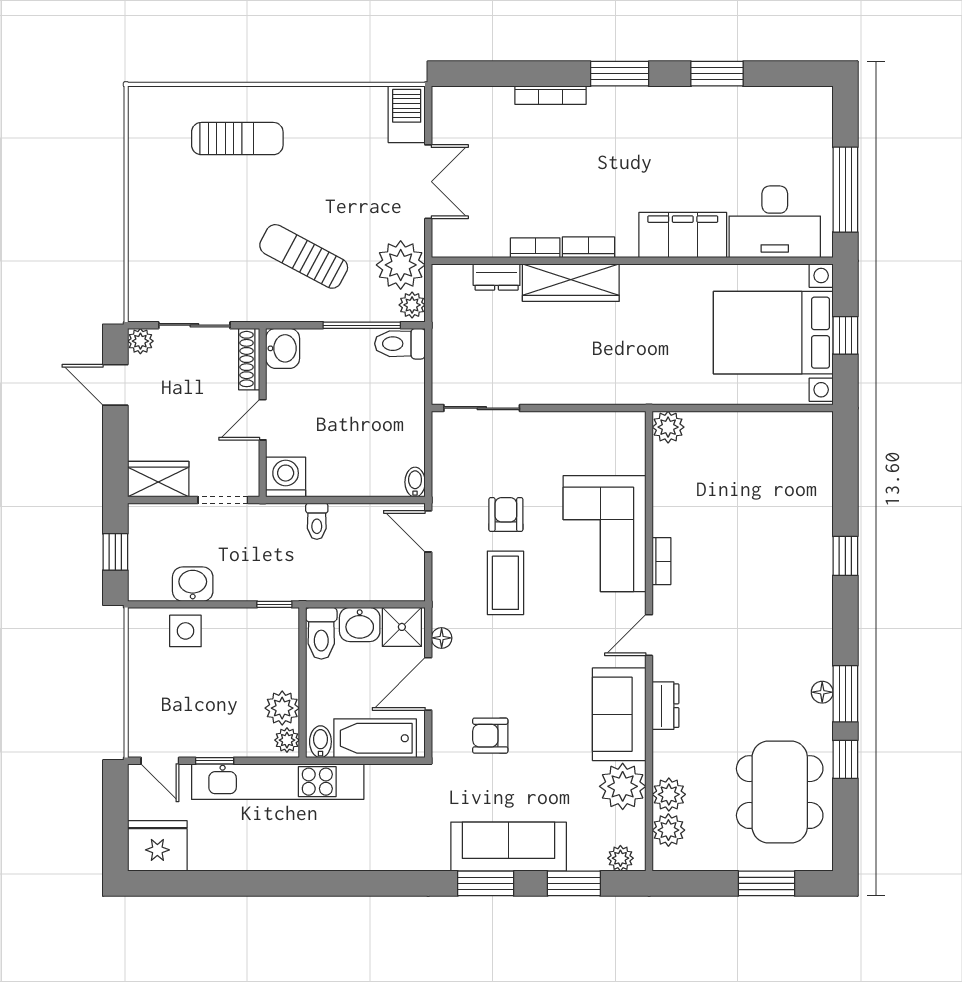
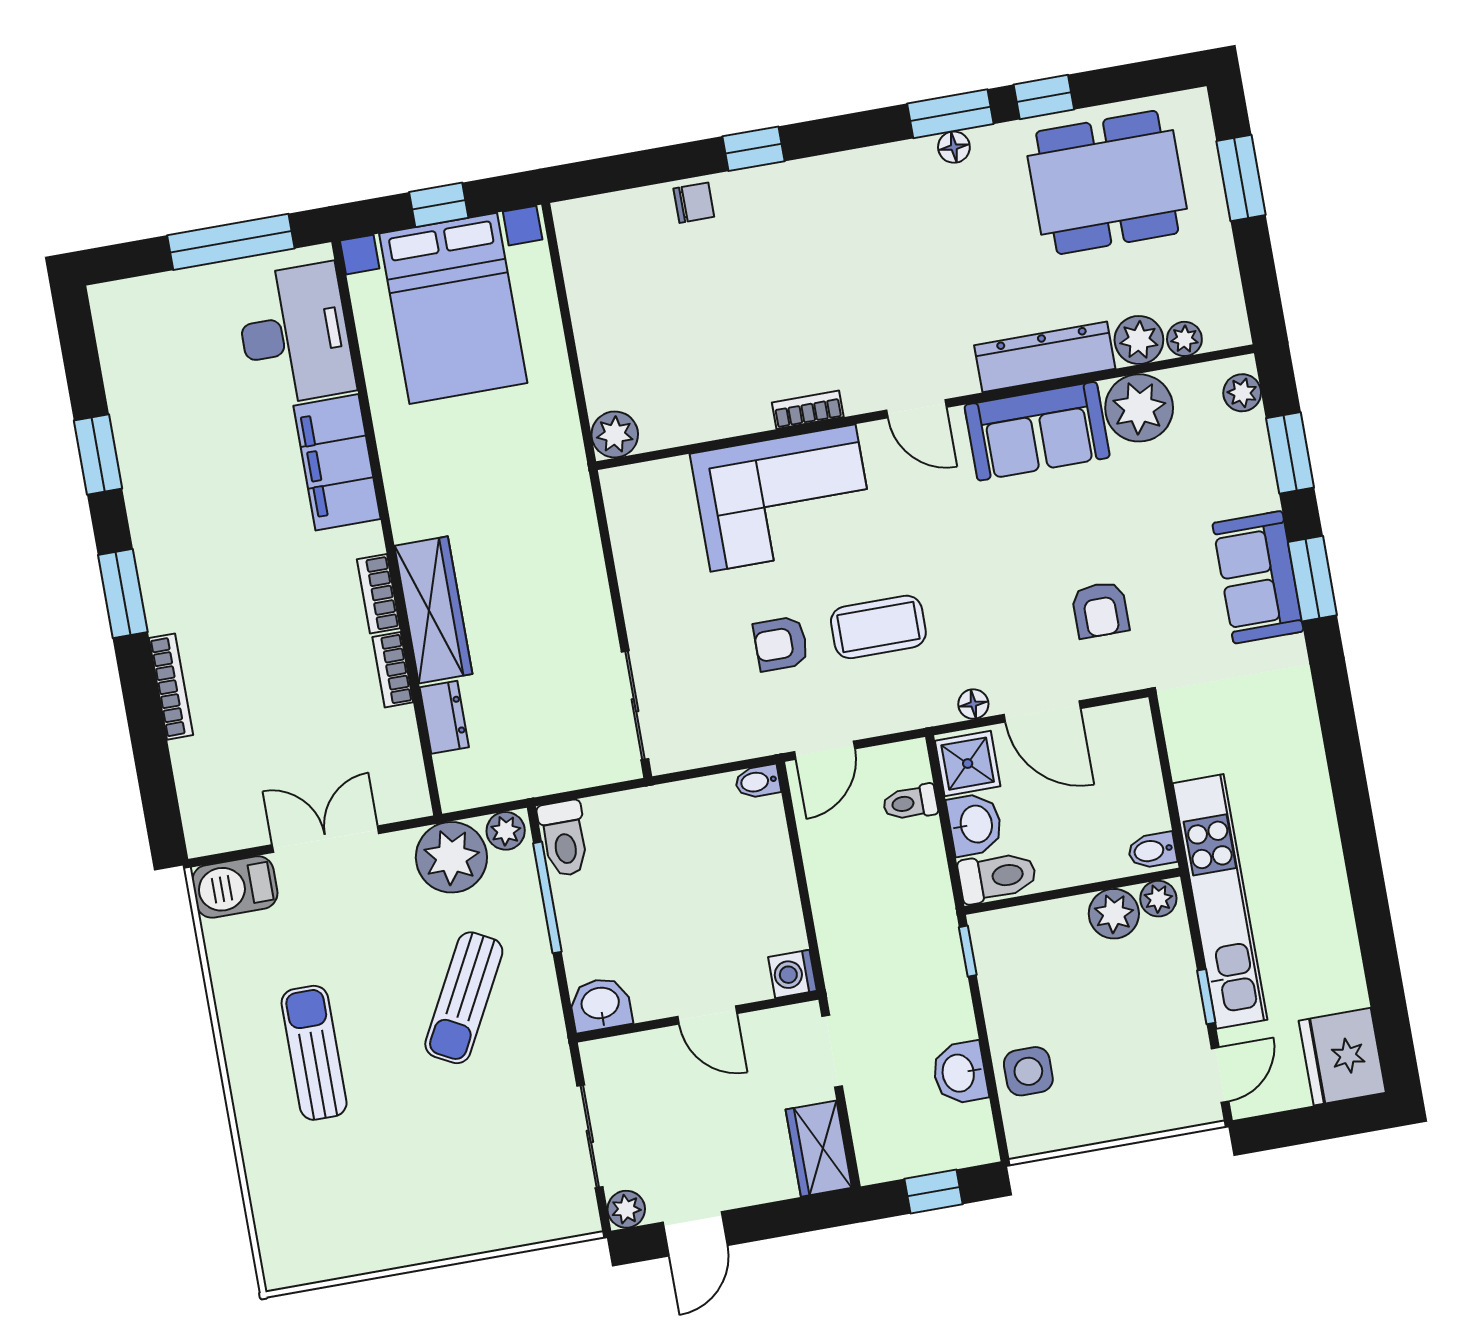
sun lounger: (237, 139) -> (314, 1053), moved
shoe rack: (249, 359) -> (624, 1050), removed
washing machine: (286, 477) -> (792, 974), width x0.73, depth x0.73
chair: (816, 509) -> (694, 203), added
toilet: (317, 521) -> (910, 803), moved, turned 180
dresser: (665, 706) -> (1045, 357), width x1.96, depth x1.24
bathtub: (375, 738) -> (1133, 773), removed
plant: (668, 830) -> (1184, 339), width x0.73, depth x0.73
sofa: (509, 847) -> (1258, 577), width x0.73

